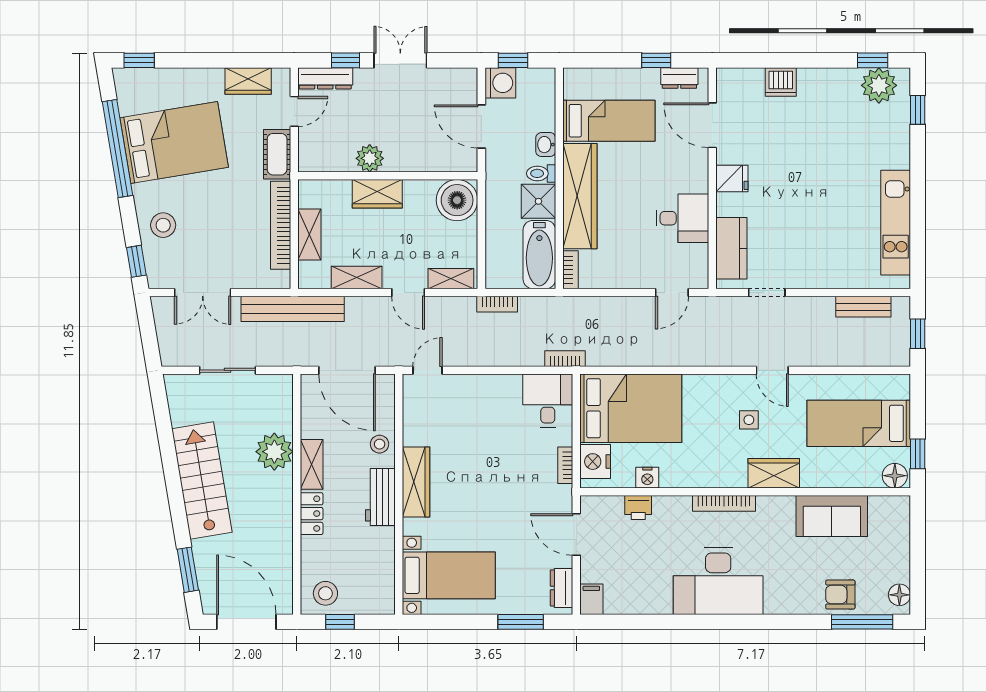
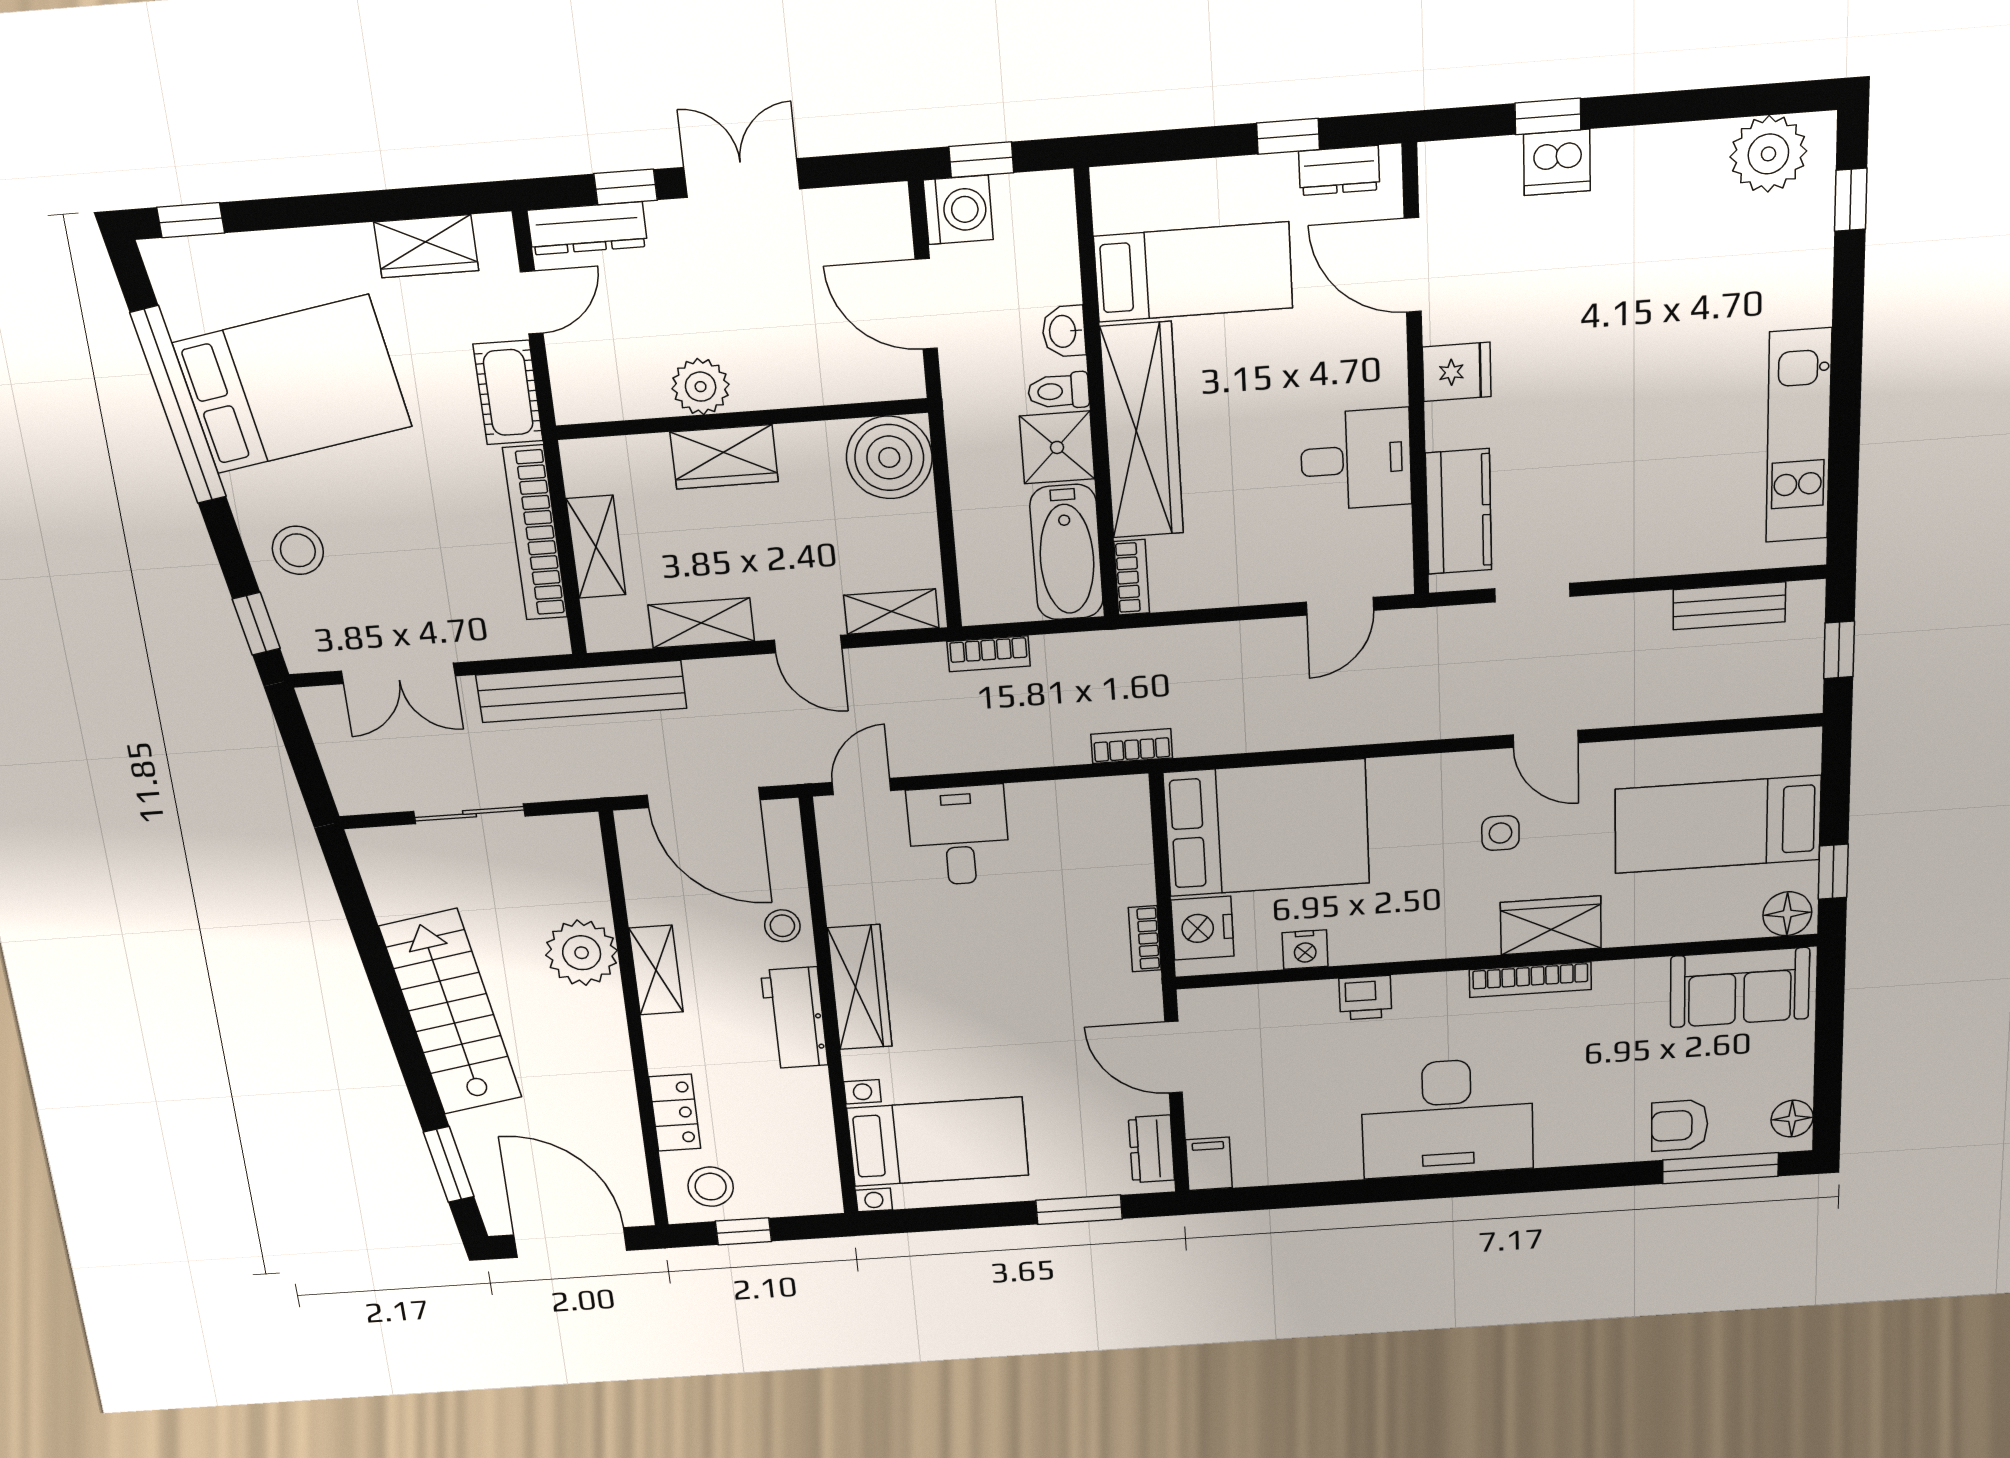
window: (873, 60) -> (1548, 116), moved
desk: (548, 401) -> (959, 835), moved
bookcase: (724, 503) -> (1530, 980), moved
printer: (638, 507) -> (1365, 998), moved
locker: (312, 514) -> (675, 1113), moved
sofa: (832, 516) -> (1740, 988), moved

